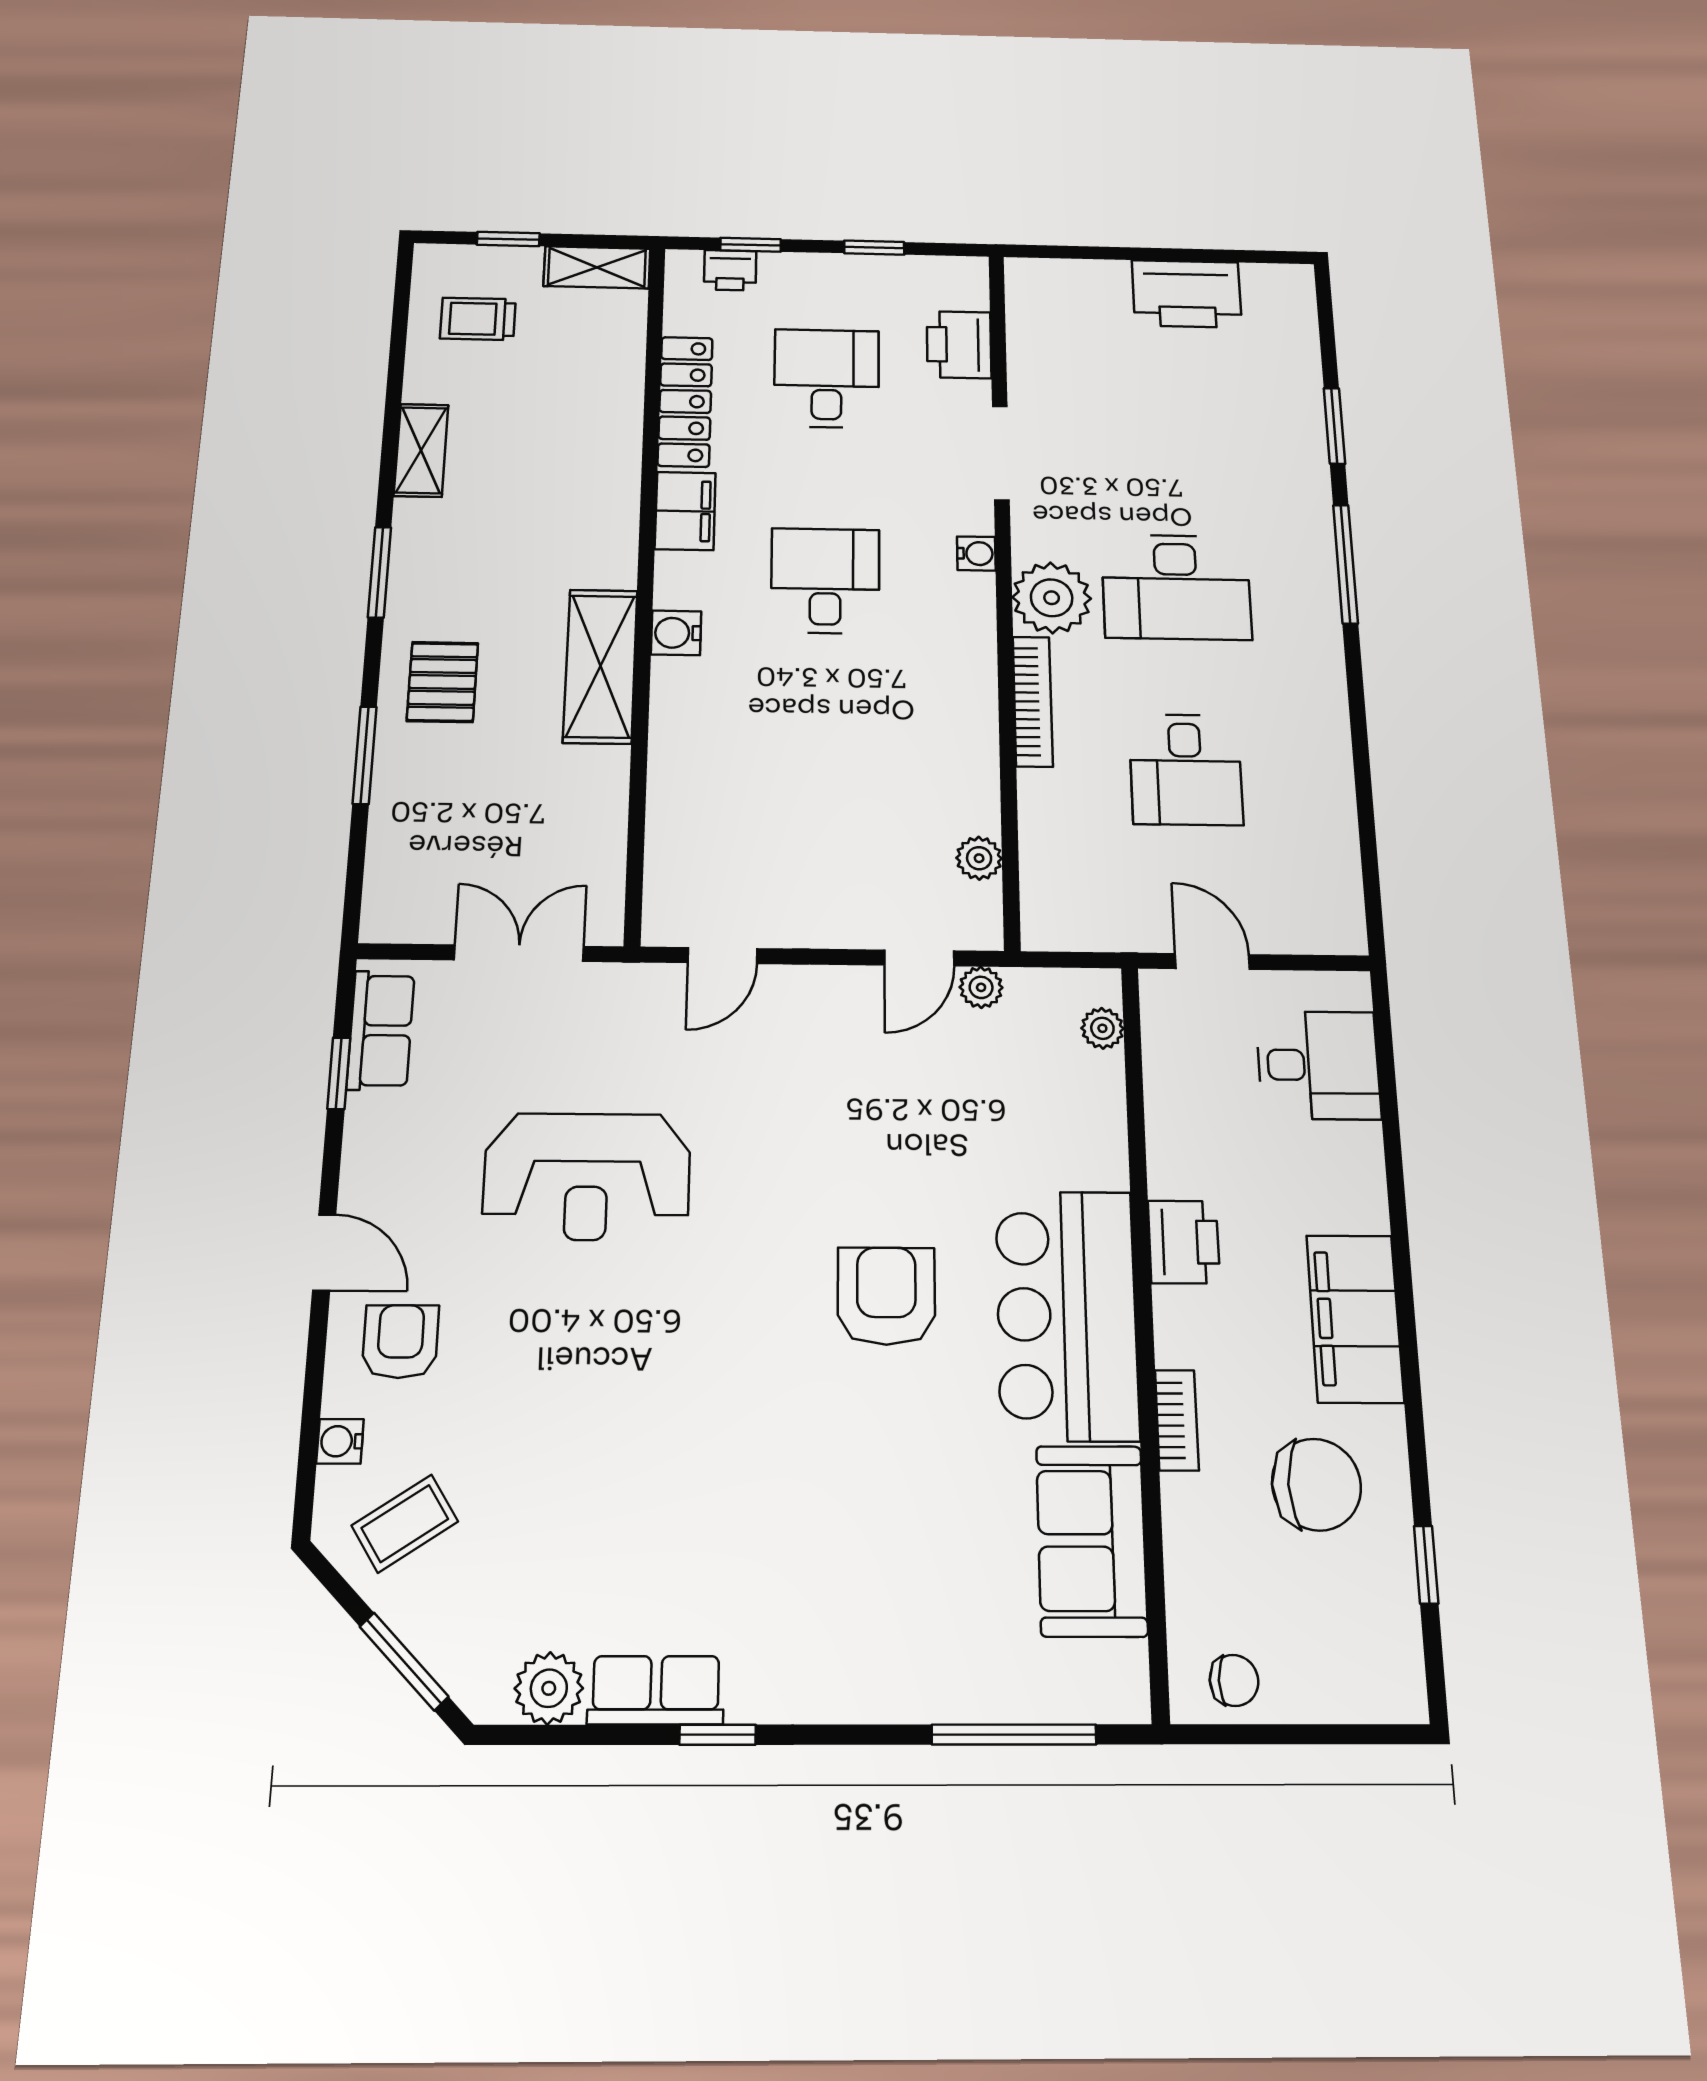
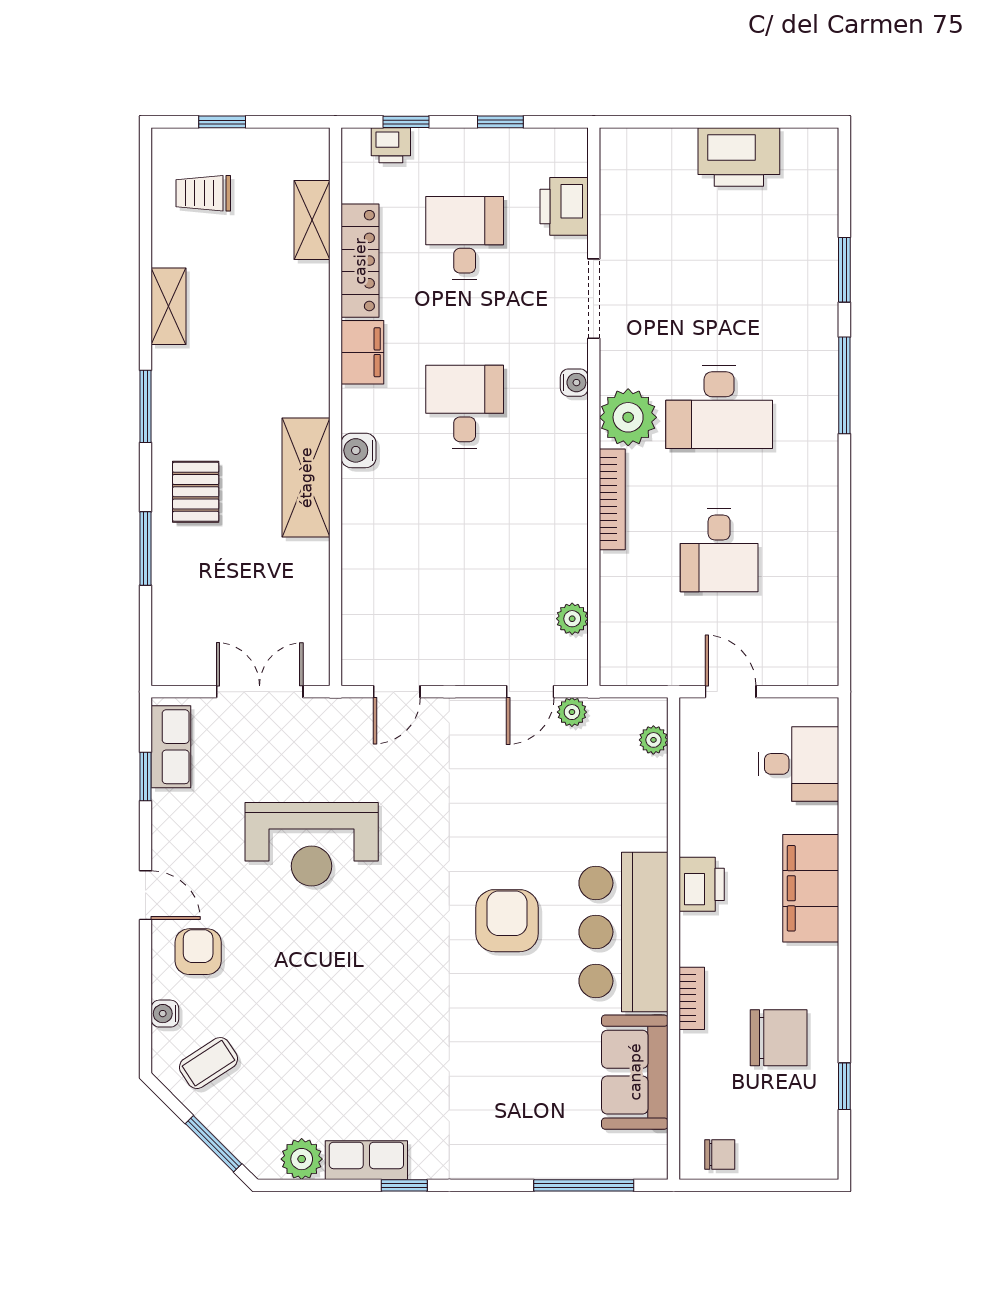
shelving: (597, 267) -> (312, 220), moved, turned 90
filing cabinet: (1355, 1318) -> (811, 888), moved

